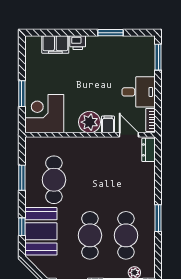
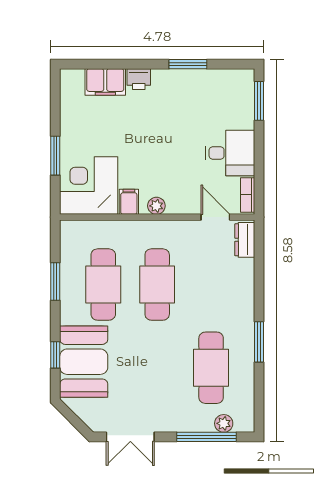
plant: (89, 122) -> (156, 206), width x0.53, depth x0.53
filing cabinet: (108, 124) -> (129, 202), moved
cafe table: (90, 235) -> (157, 285), moved

